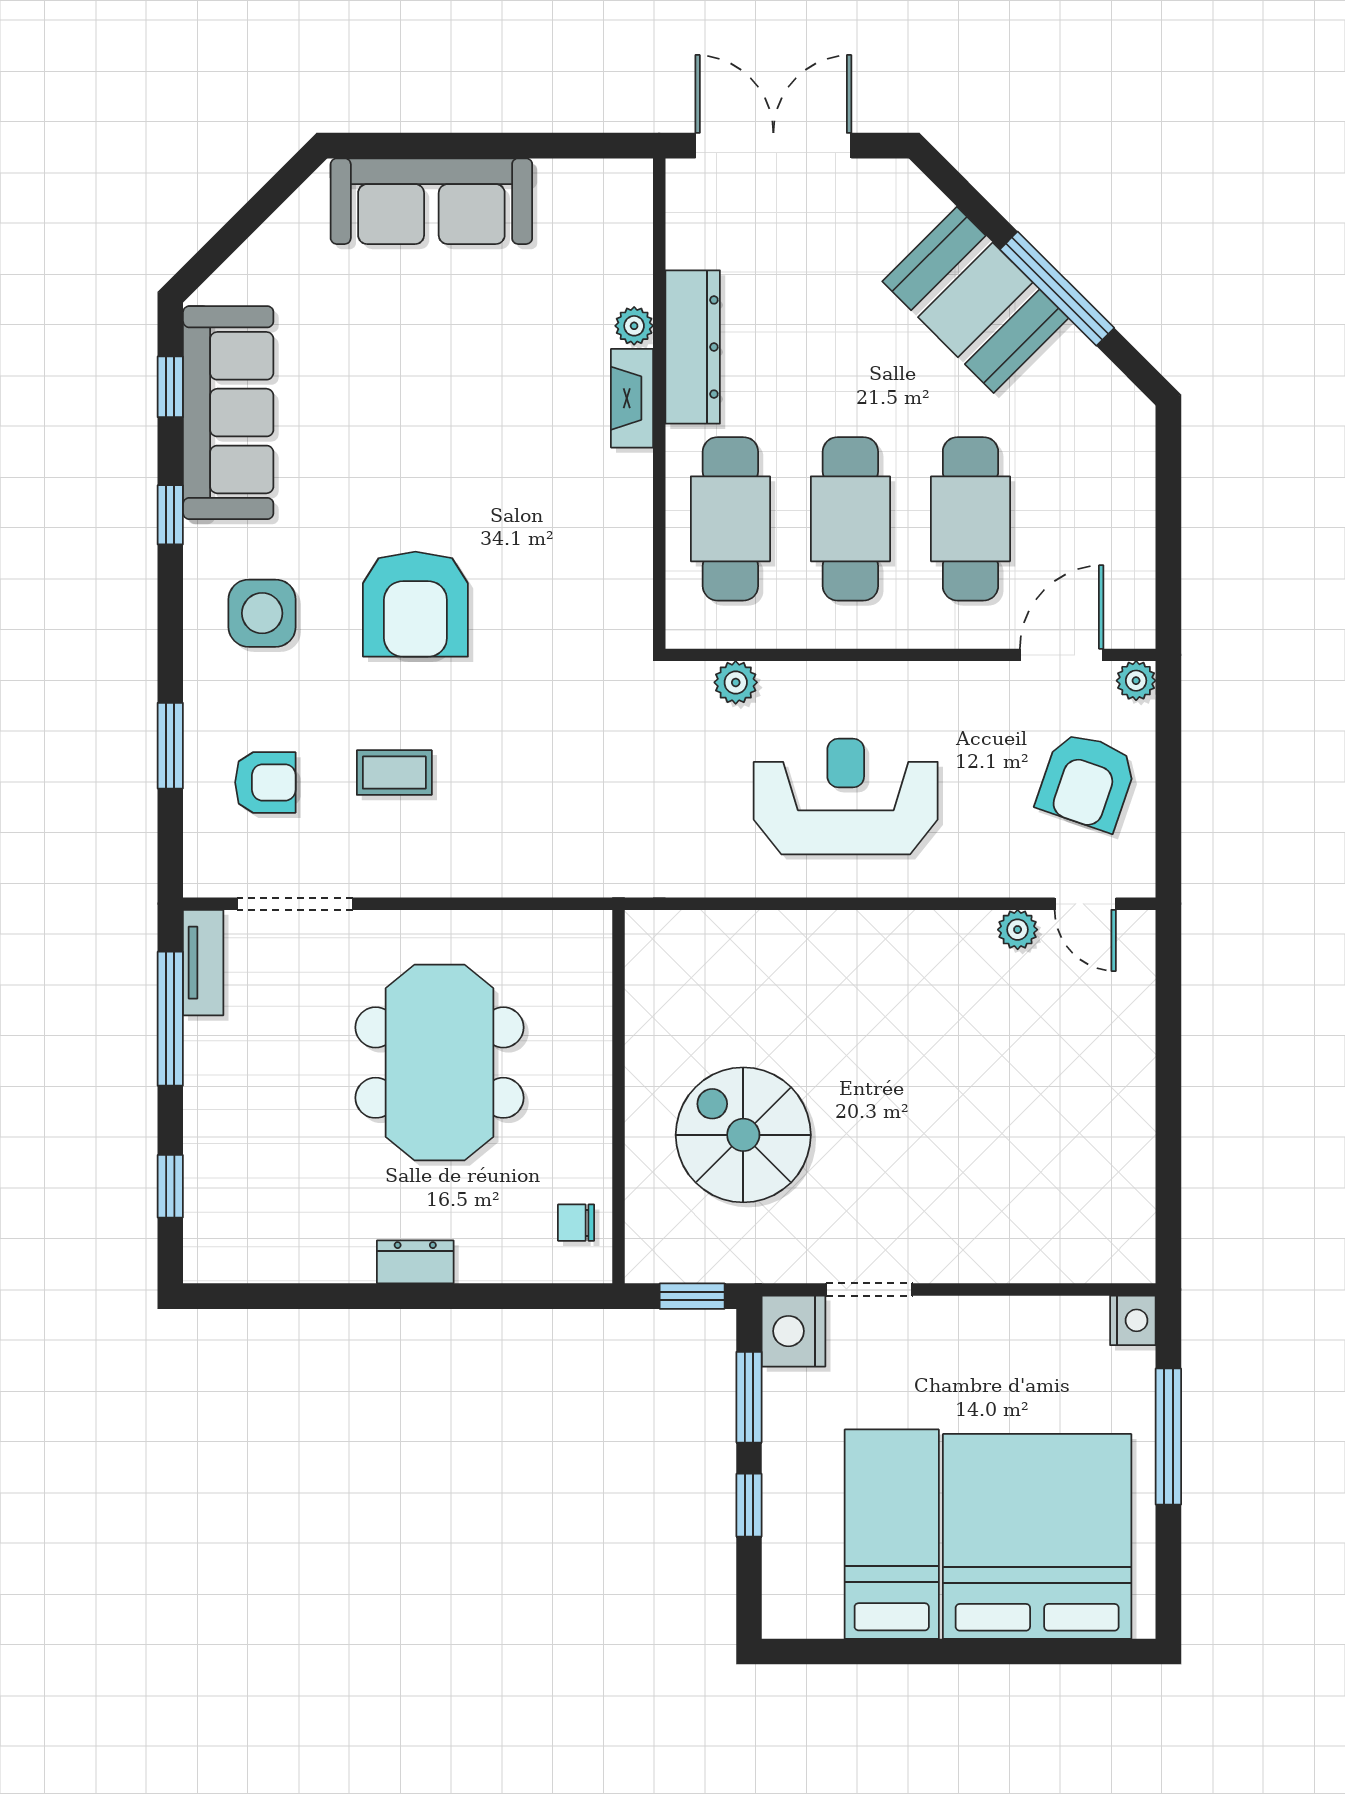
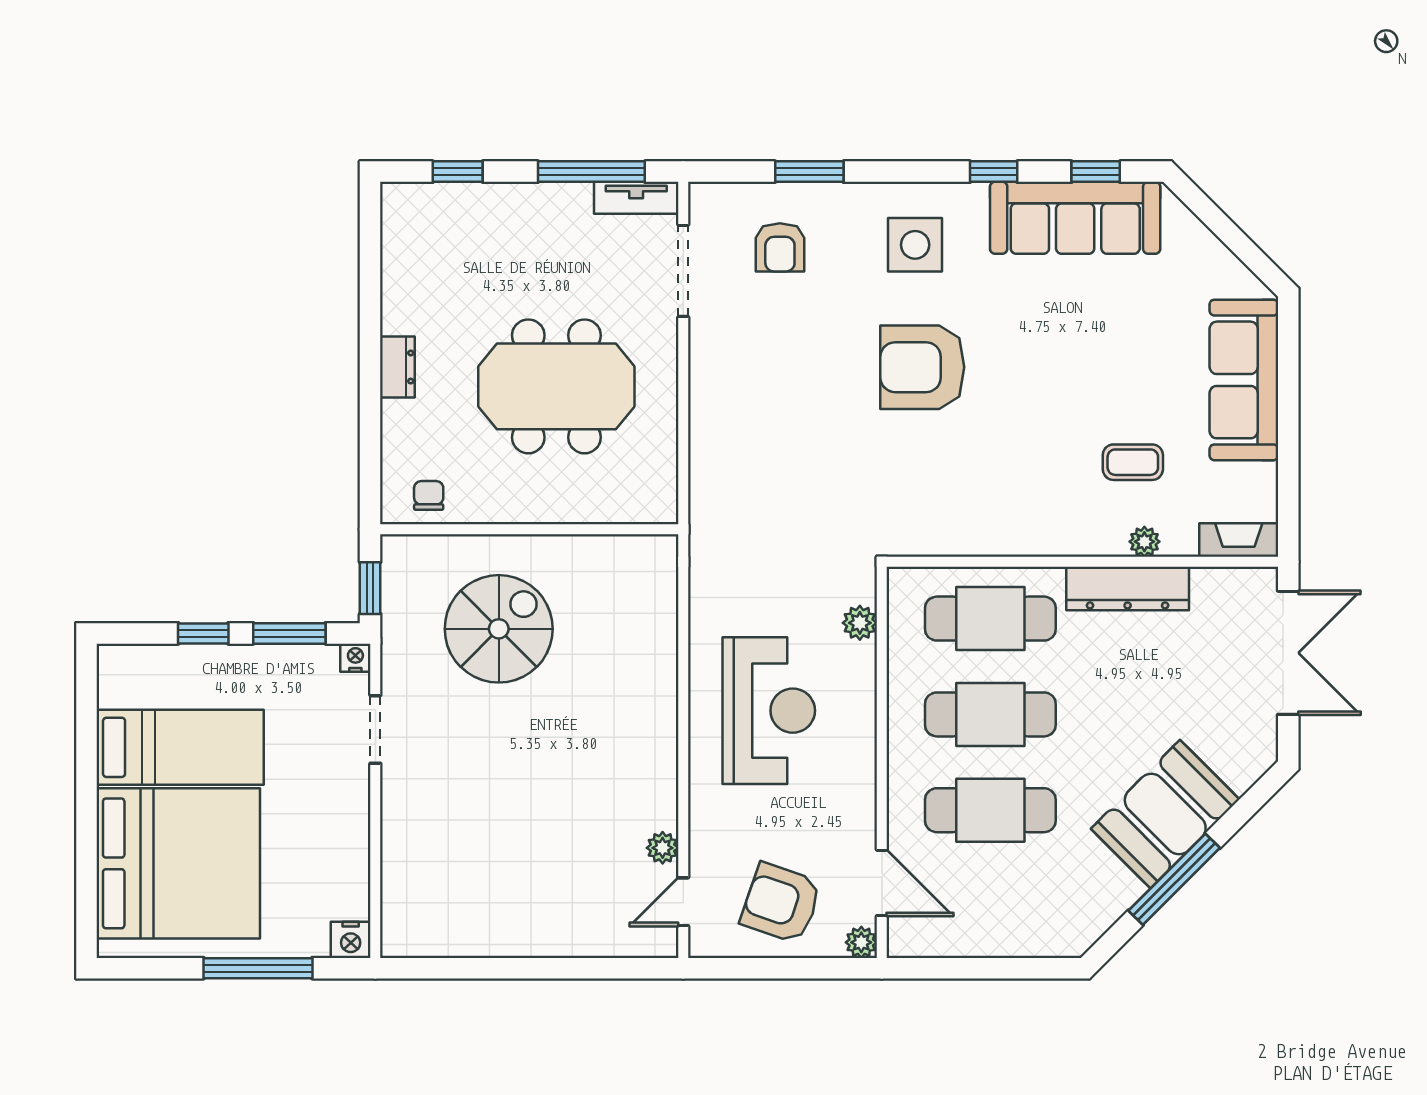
fireplace: (632, 398) -> (1239, 540), moved
coffee table: (394, 773) -> (1133, 462), moved, turned 90
nightstand: (794, 1331) -> (355, 658), width x0.53, depth x0.56

